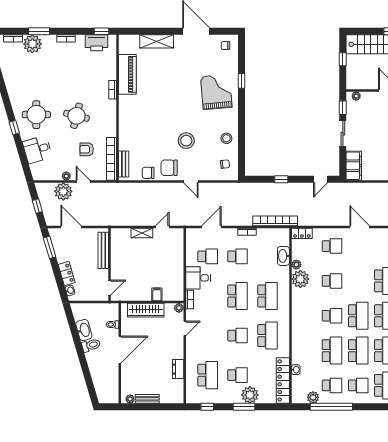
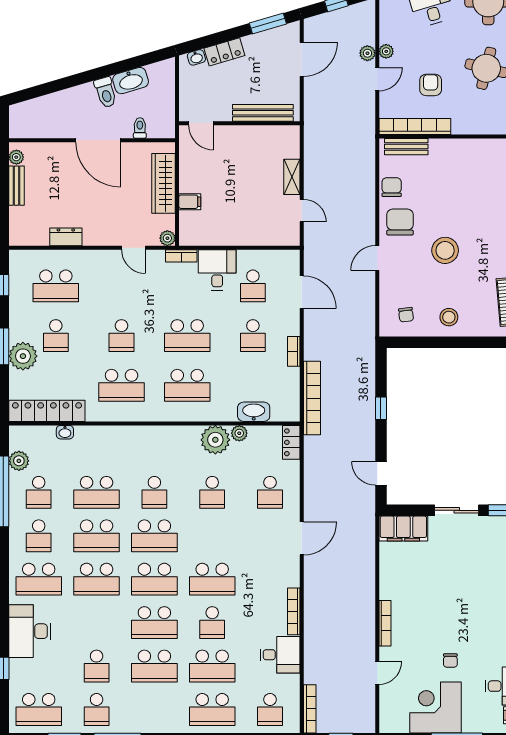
plant: (63, 191) -> (367, 53), width x0.53, depth x0.53

